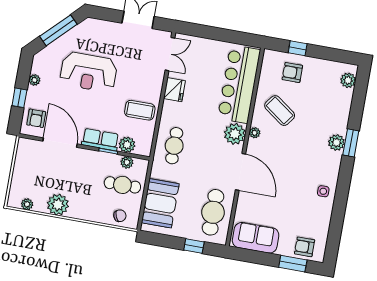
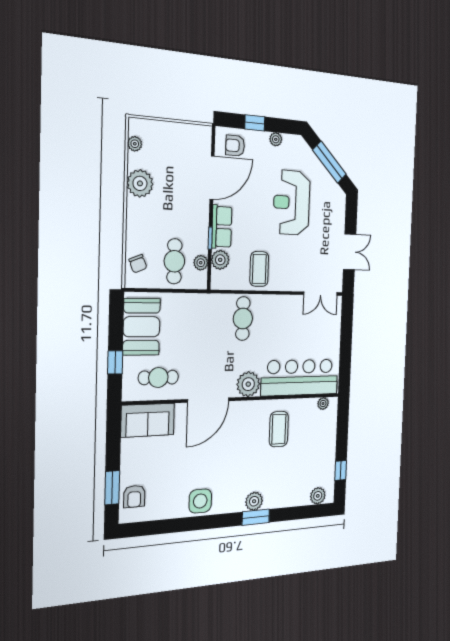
window: (298, 48) -> (341, 470), moved
armchair: (292, 73) -> (318, 434), removed
fridge: (174, 90) -> (285, 305), removed
coffee table: (280, 111) -> (279, 429), turned -36
plant: (255, 133) -> (323, 404), moved
cafe table: (174, 146) -> (243, 319), moved, turned 90
side table: (323, 191) -> (200, 501), width x1.87, depth x1.87
booth: (160, 203) -> (141, 327), moved, turned 90
cafe table: (213, 212) -> (158, 377), width x0.73, depth x0.74
sofa: (256, 238) -> (148, 420), moved, turned 90
armchair: (305, 247) -> (134, 496), turned 180

